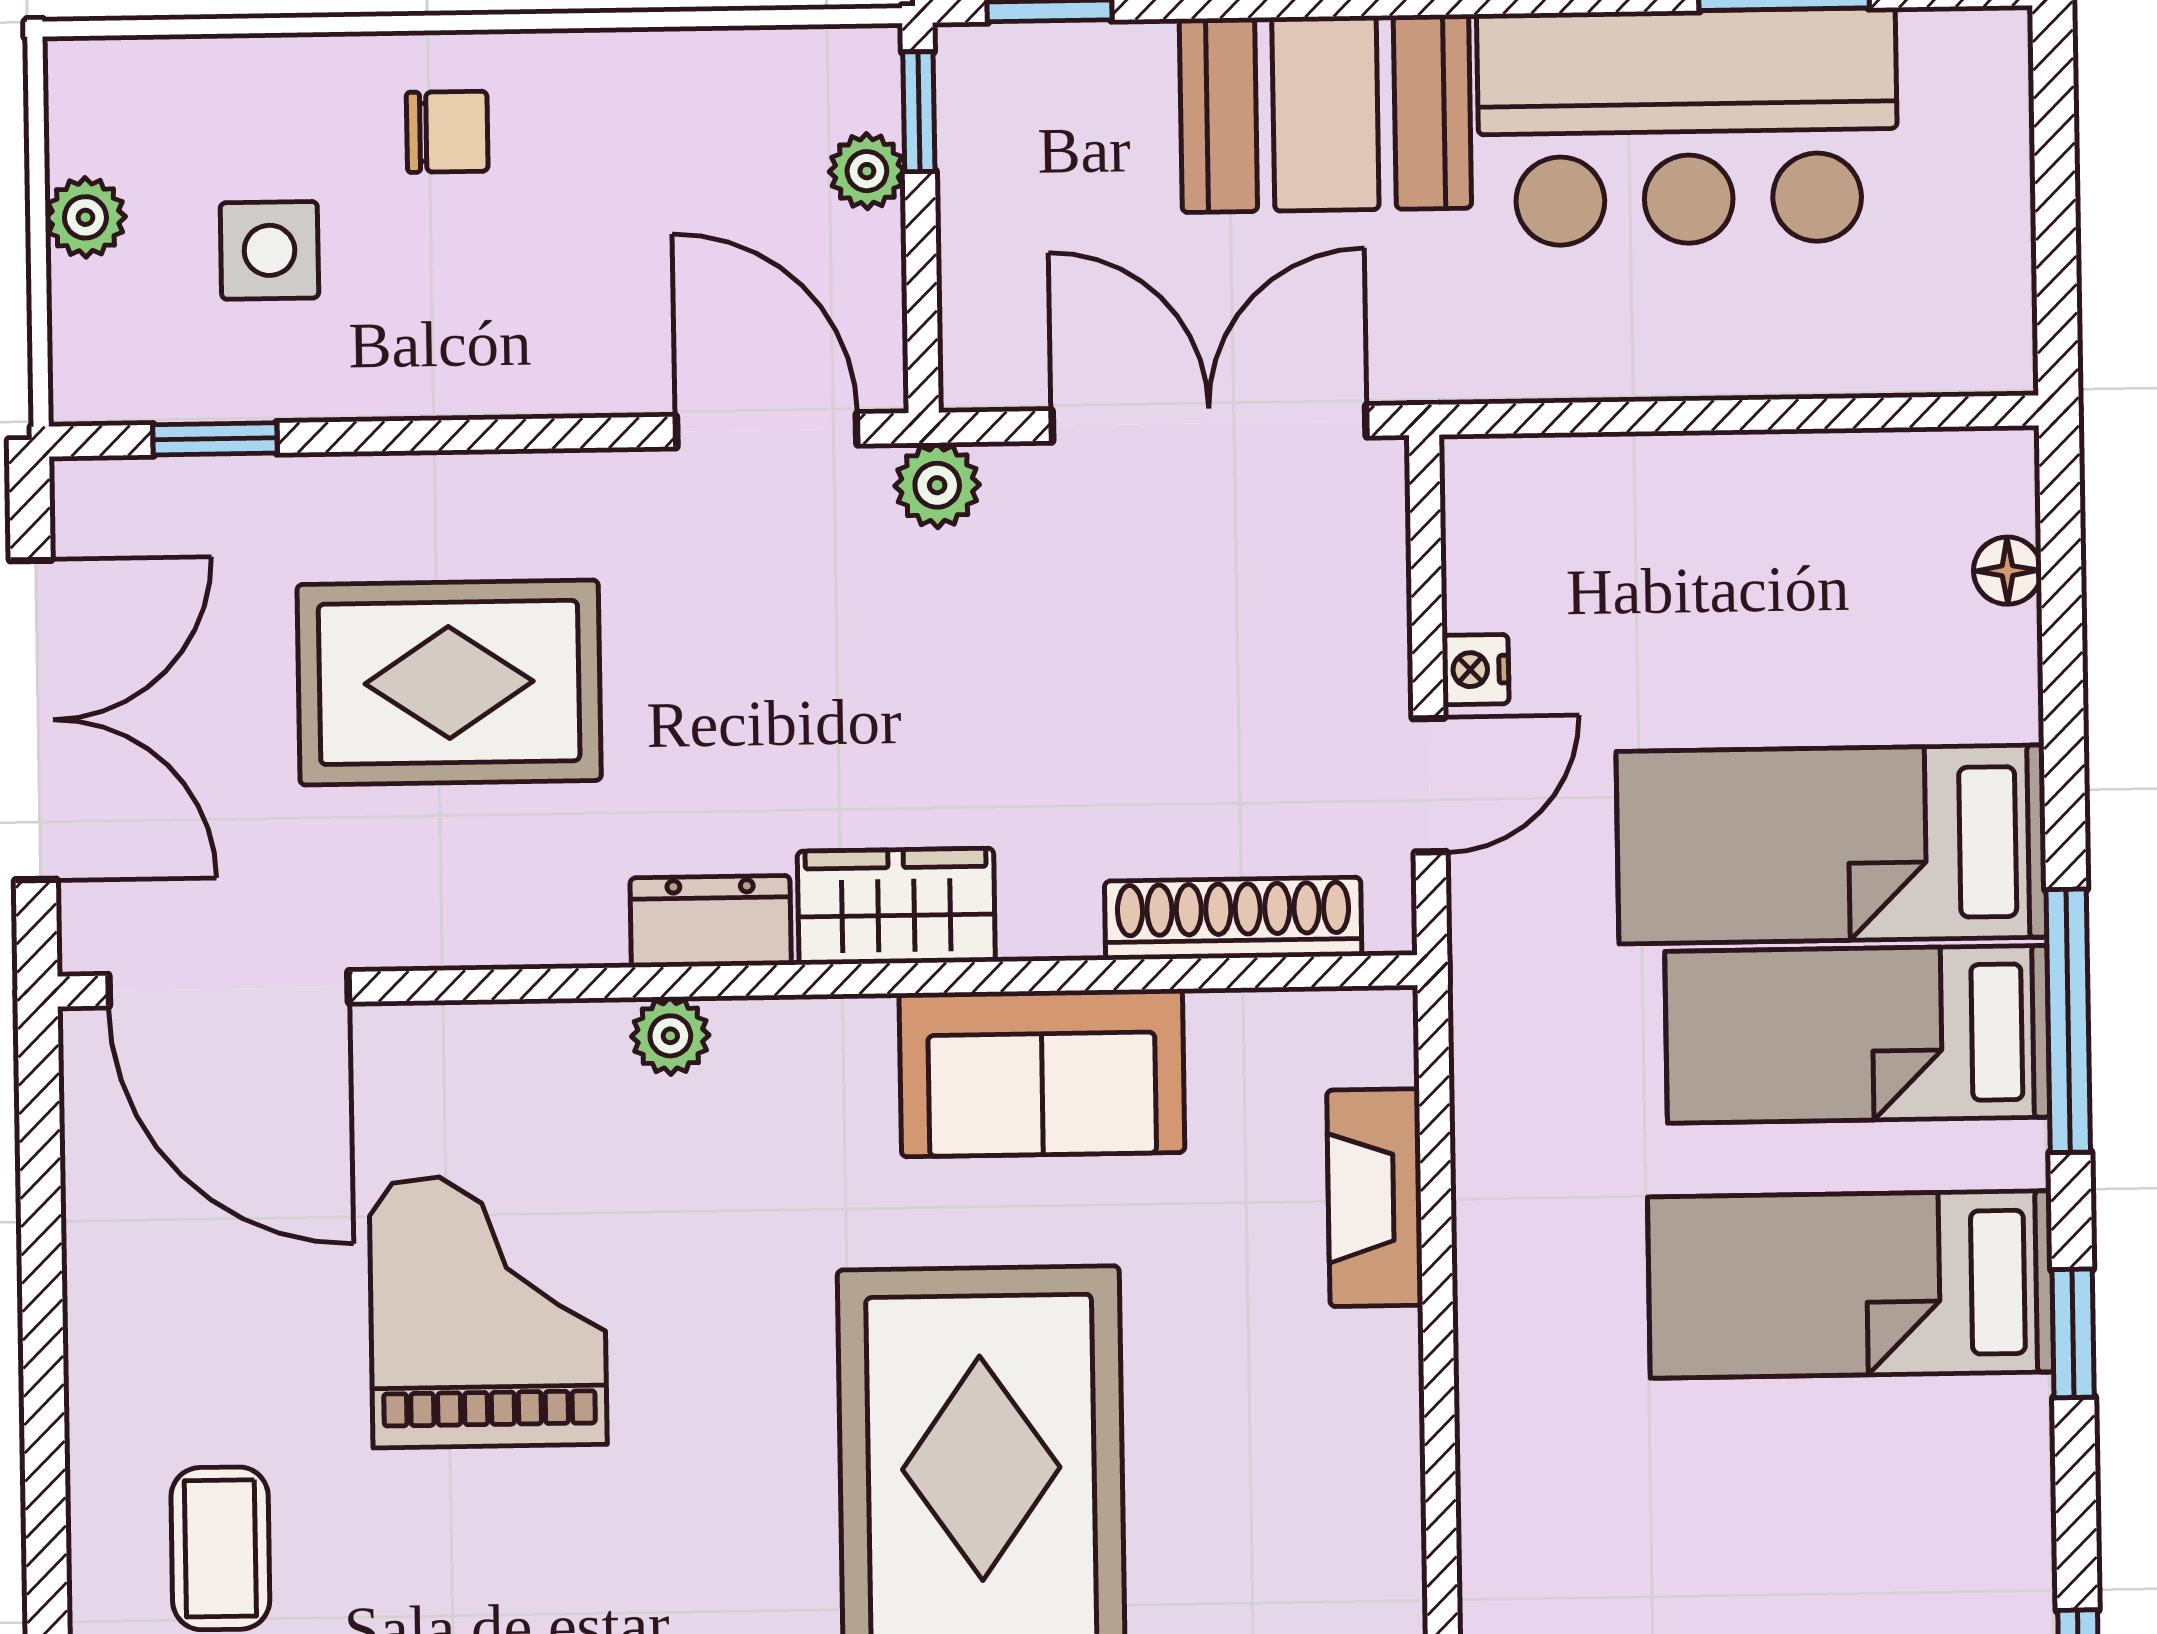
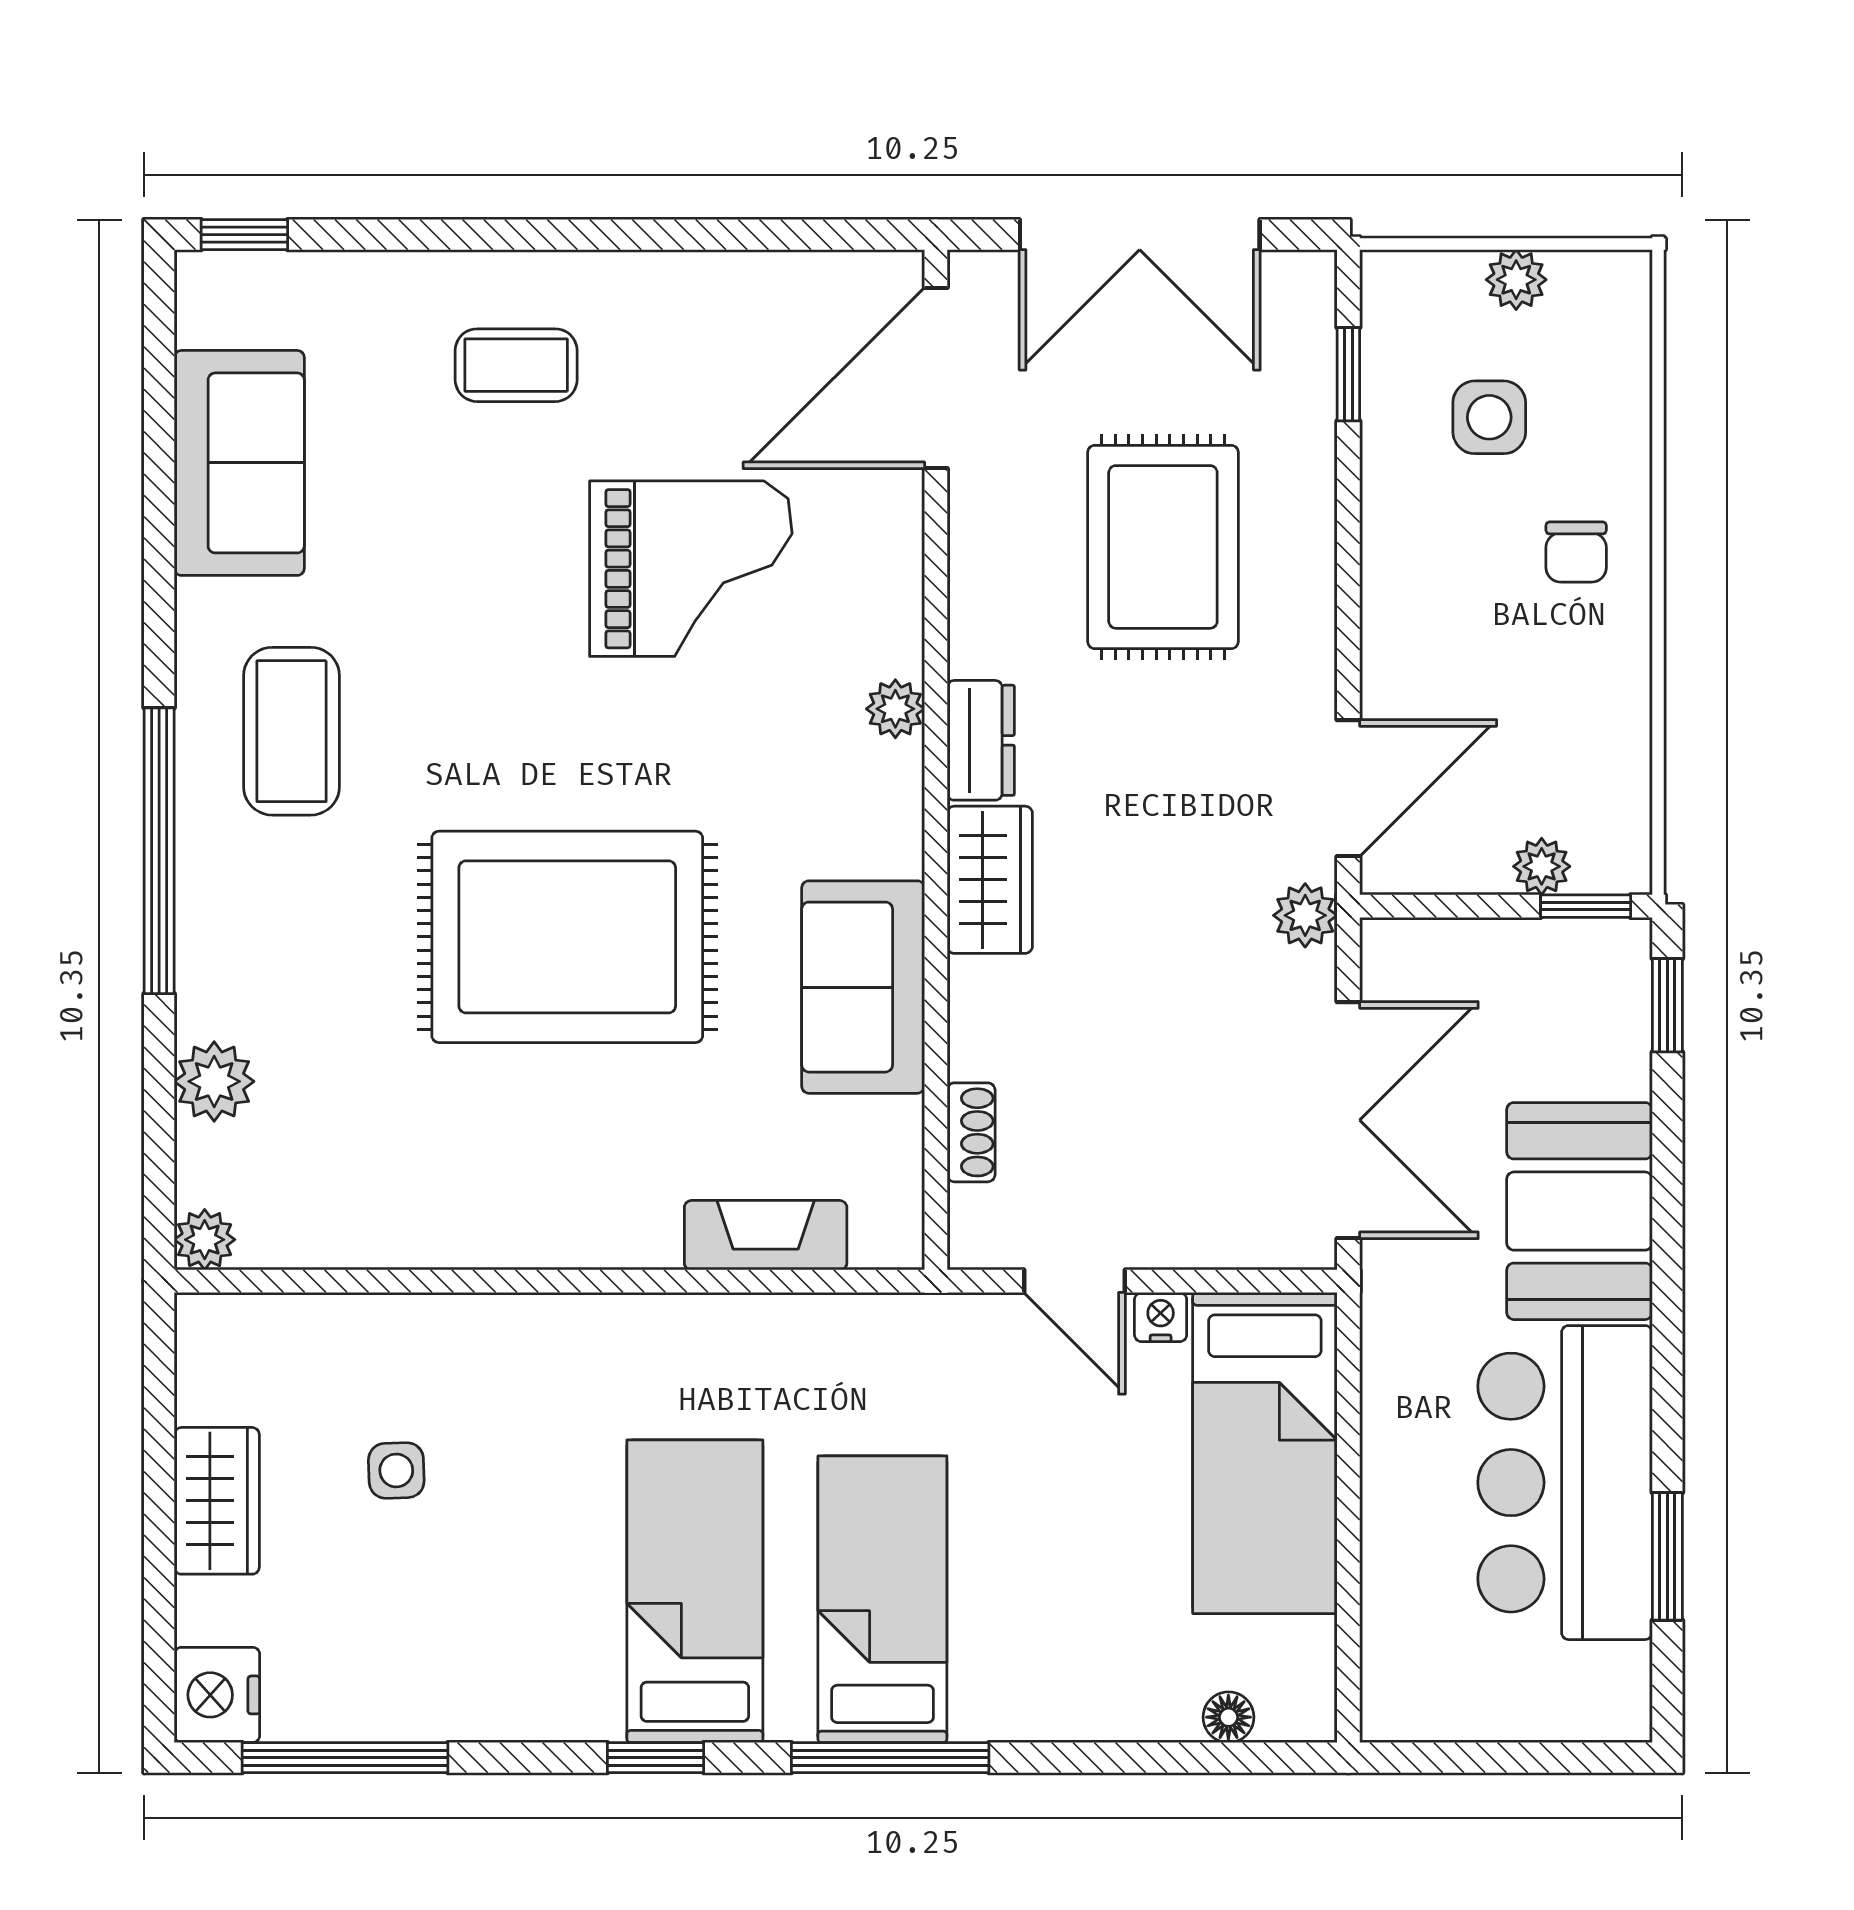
bed: (1831, 844) -> (1265, 1453), moved, turned 180
shoe rack: (1233, 919) -> (971, 1132), width x0.51, depth x0.81

